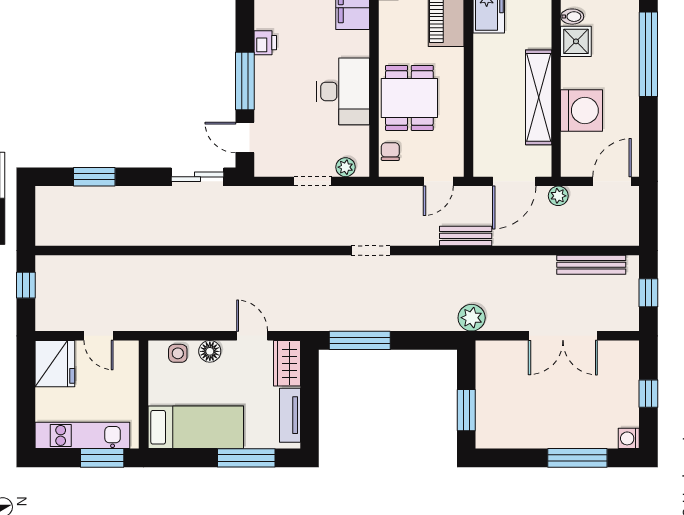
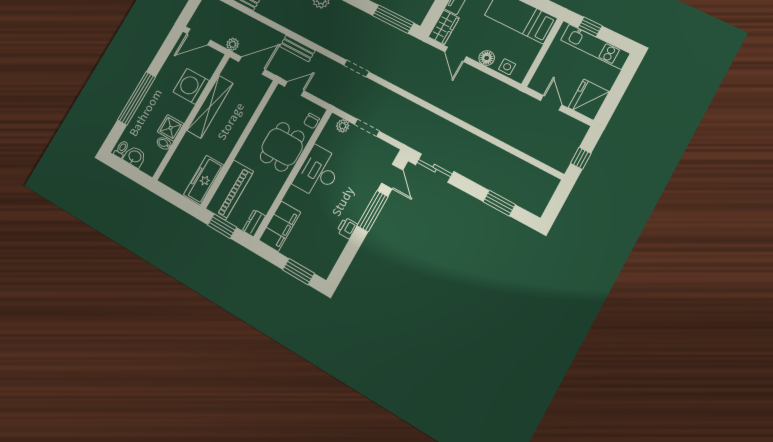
window: (102, 458) -> (590, 27), width x0.67

